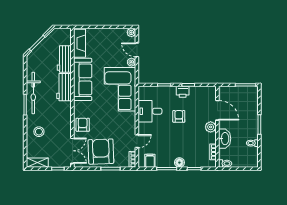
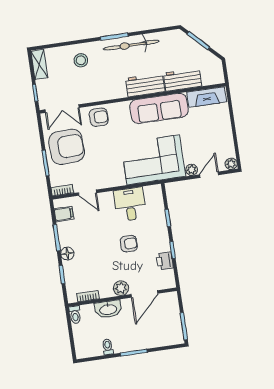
printer: (183, 92) -> (165, 261), moved

